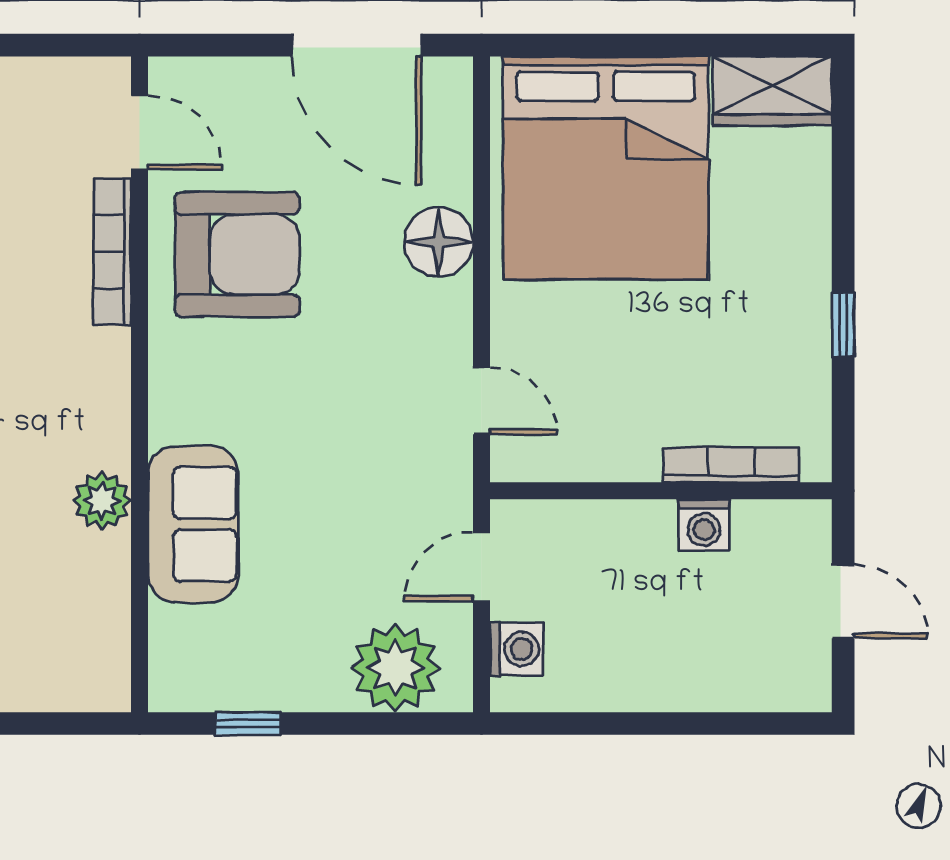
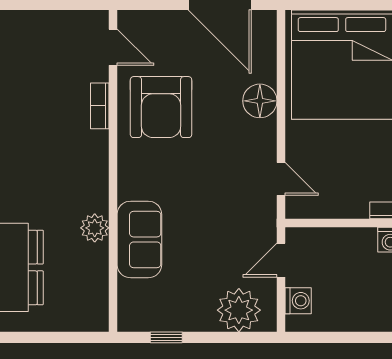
bookcase: (112, 252) -> (100, 106), width x0.64
armchair: (237, 255) -> (161, 107), turned 90

